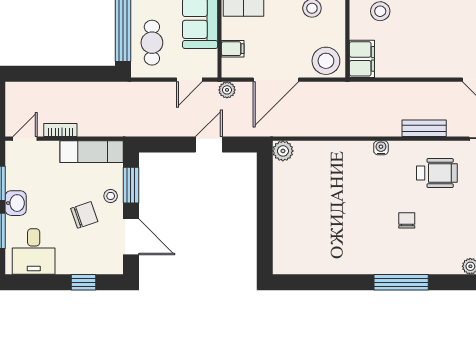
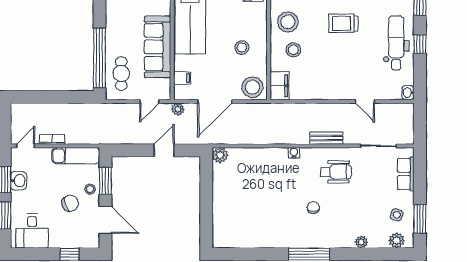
washbasin: (16, 203) -> (18, 181), moved

